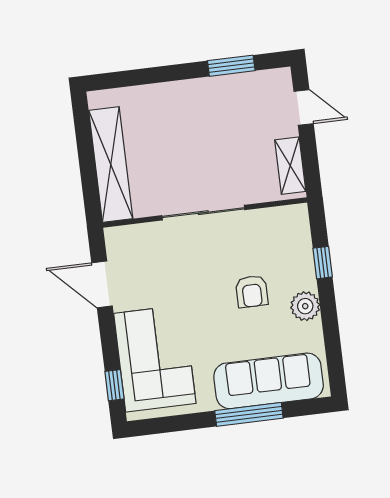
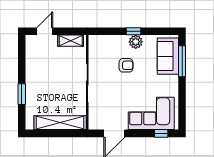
window: (231, 66) -> (22, 94), moved
window: (323, 263) -> (134, 31), moved
sofa: (269, 381) -> (168, 56), width x0.73
window: (249, 414) -> (182, 61), moved

